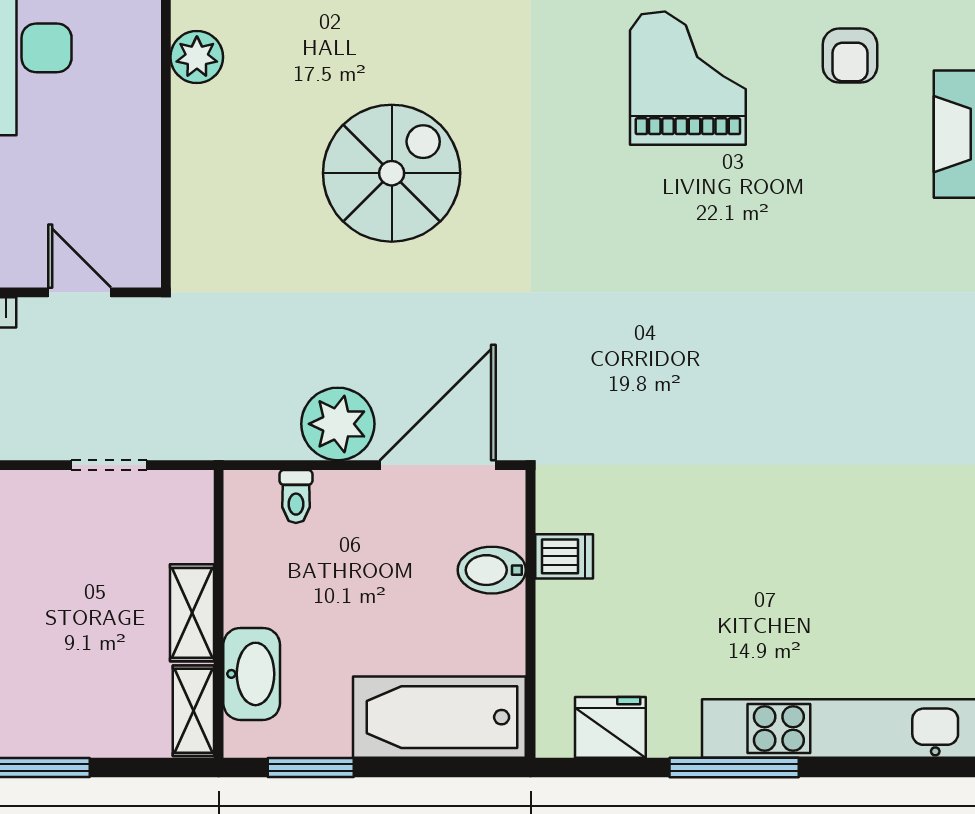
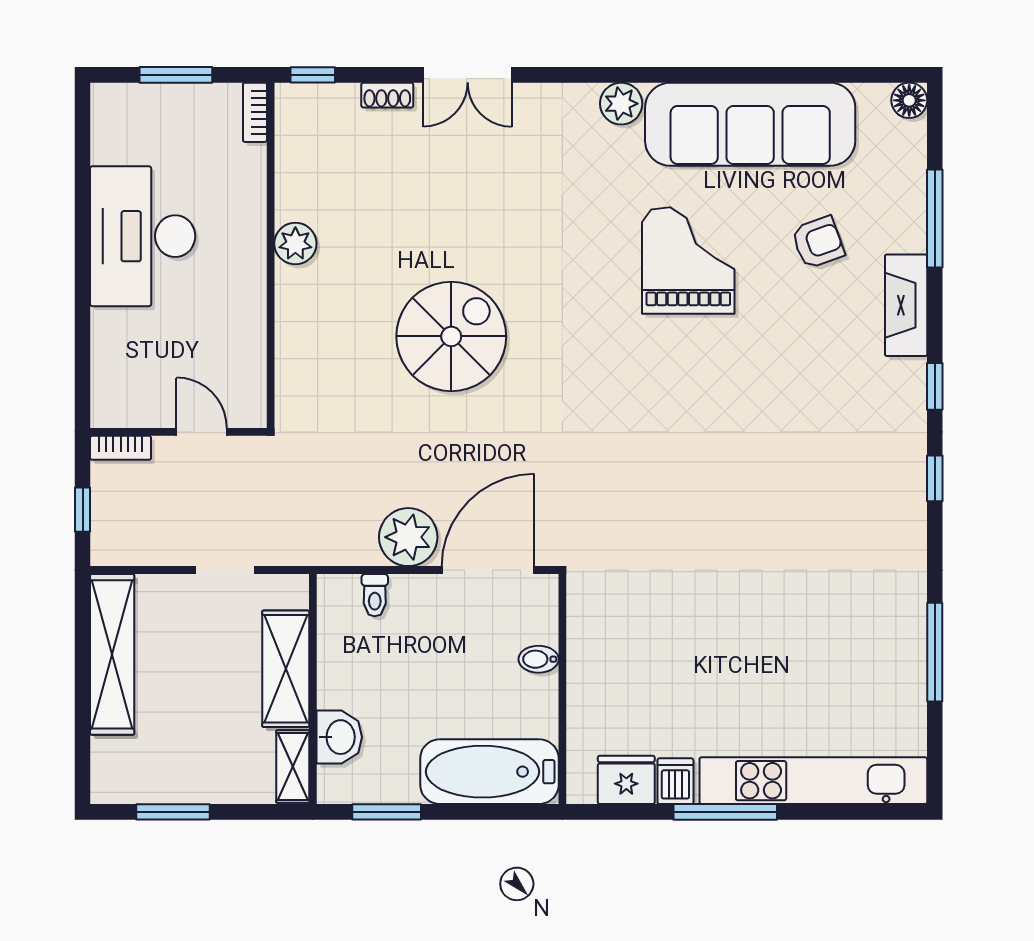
armchair: (850, 55) -> (818, 242), turned -110
dishwasher: (564, 556) -> (675, 781), moved, turned -90
bidet: (492, 570) -> (539, 659), width x0.72, depth x0.74
shelving: (192, 613) -> (286, 669), width x1.50, depth x1.33
washbasin: (252, 674) -> (339, 737), width x0.72

